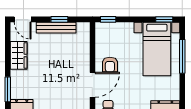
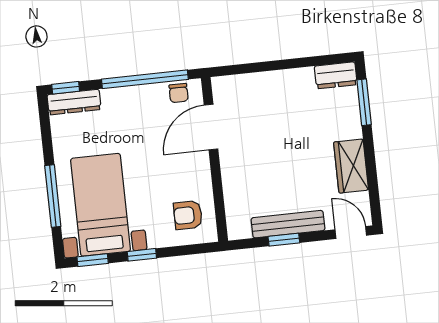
window: (108, 19) -> (142, 255), moved
armchair: (110, 65) -> (188, 215), moved, turned -90

